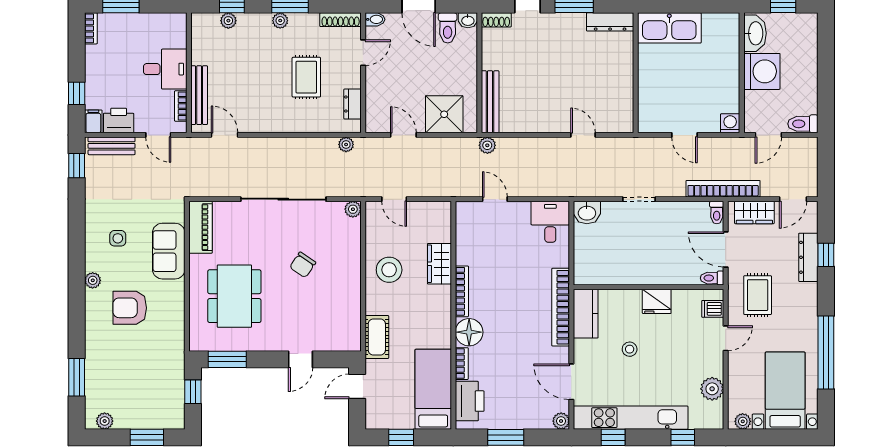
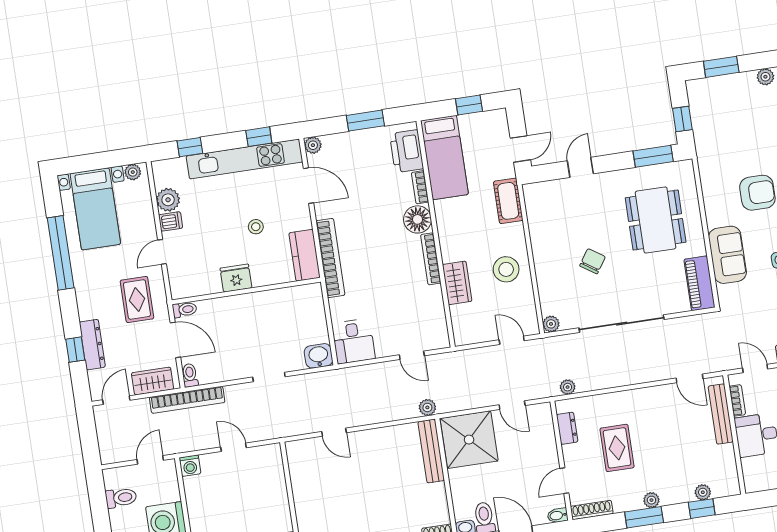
shower: (444, 114) -> (469, 440), width x1.37, depth x1.37
toilet: (803, 124) -> (121, 498), moved
dishwasher: (713, 309) -> (171, 221), moved

